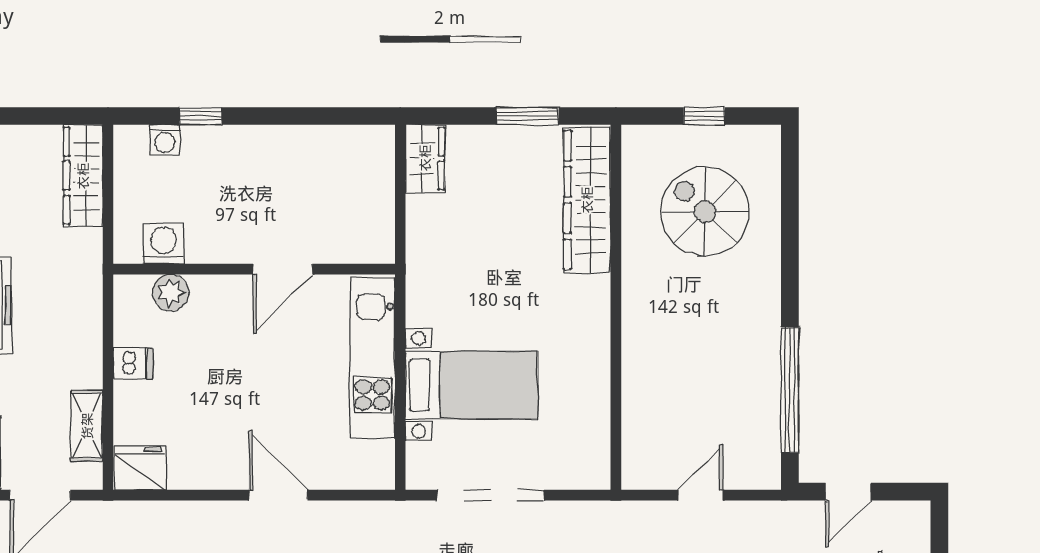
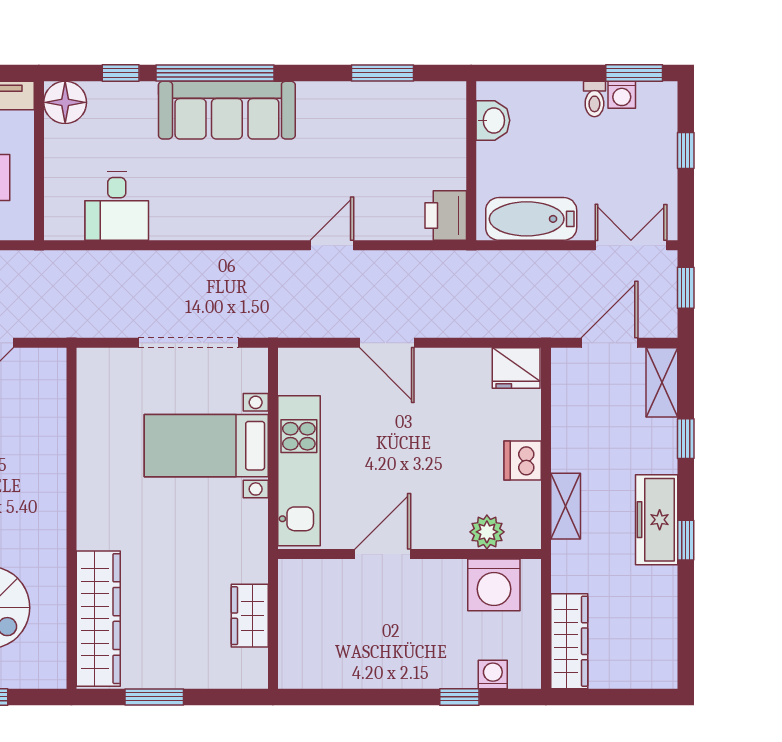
wardrobe: (425, 158) -> (250, 616), moved
washing machine: (164, 244) -> (494, 585), width x1.37, depth x1.37
dishwasher: (133, 363) -> (523, 460), width x1.38
shelving: (87, 426) -> (566, 506), moved

